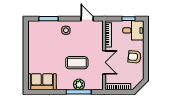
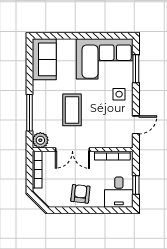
corner sofa: (42, 40) -> (105, 59), added
plant: (79, 84) -> (40, 140), moved

